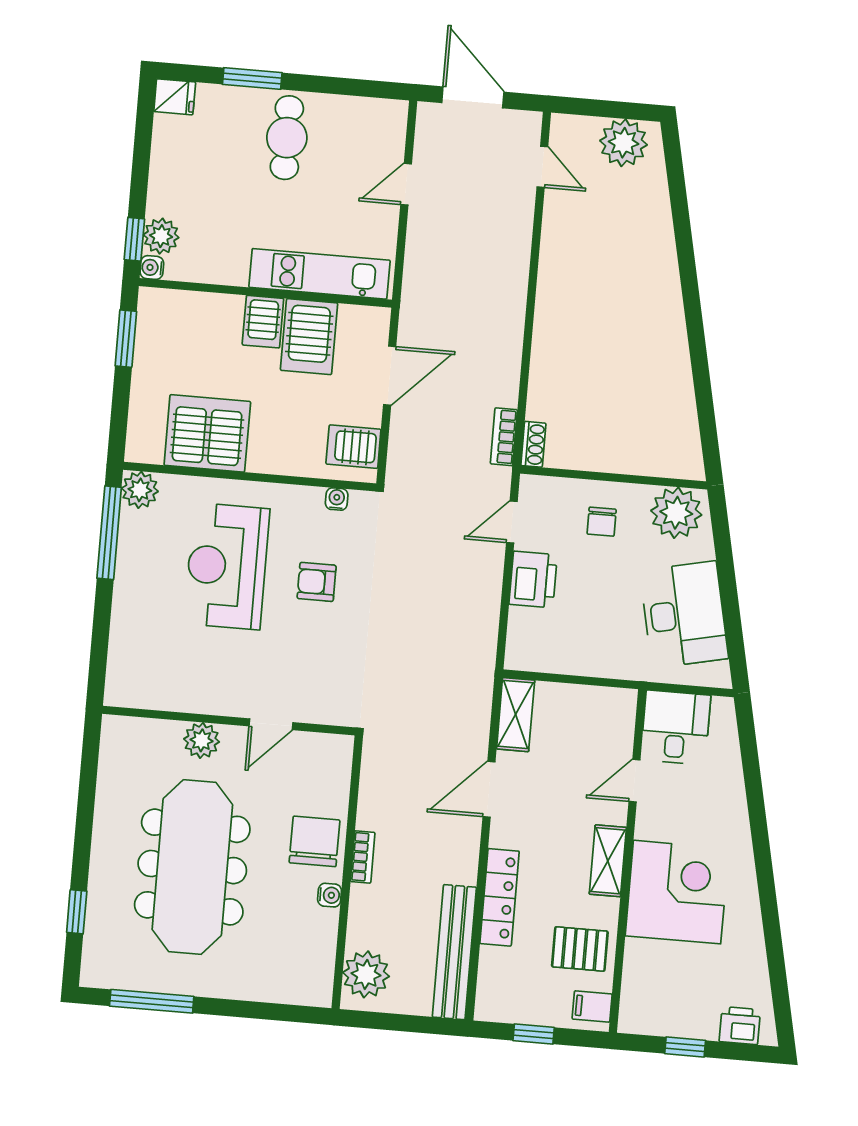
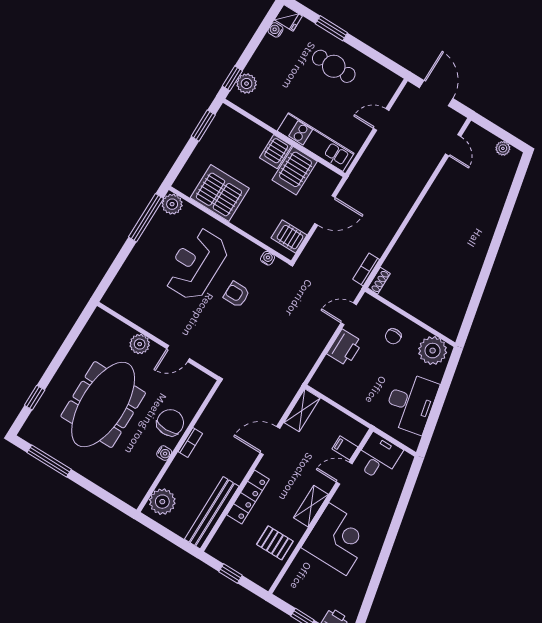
cafe table: (287, 138) -> (334, 66), turned 90
plant: (624, 143) -> (503, 148), width x0.53, depth x0.53
water cooler: (152, 268) -> (276, 30), moved
filing cabinet: (592, 1006) -> (345, 448), moved

